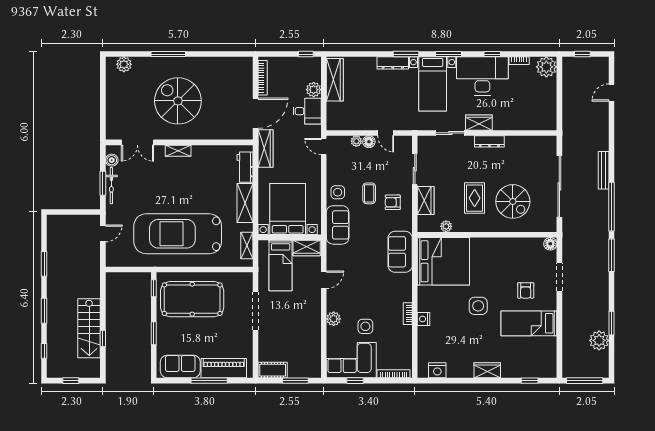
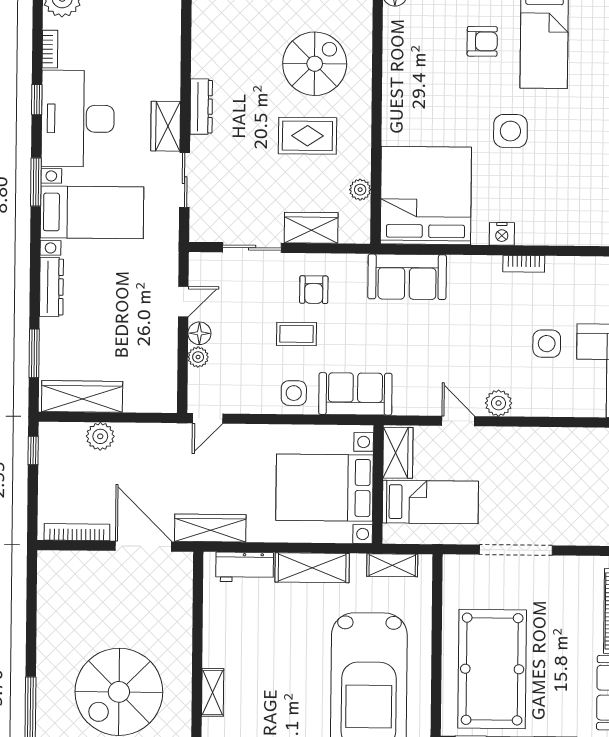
window: (406, 54) -> (34, 353), moved
desk: (307, 111) -> (141, 449), removed
plant: (334, 319) -> (499, 403), moved
nightstand: (424, 319) -> (502, 234), moved

